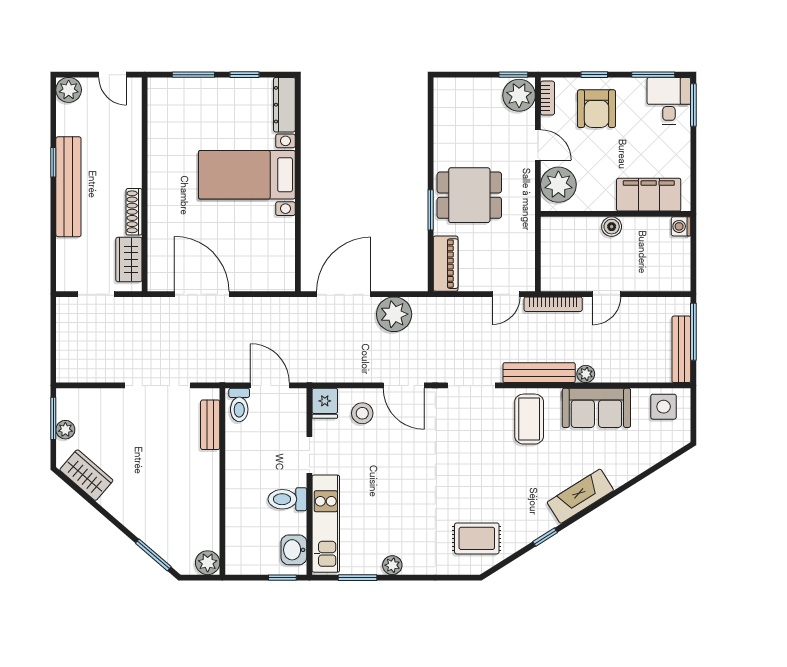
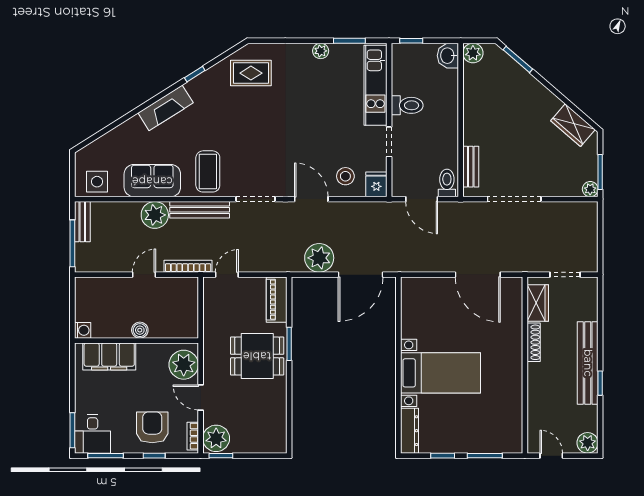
bench: (681, 349) -> (82, 222), width x0.73
plant: (586, 374) -> (155, 215), width x1.88, depth x1.88
plant: (65, 430) -> (590, 189), moved
washbasin: (294, 550) -> (448, 56), moved, turned 180

